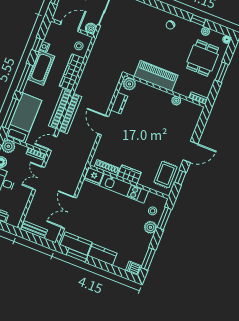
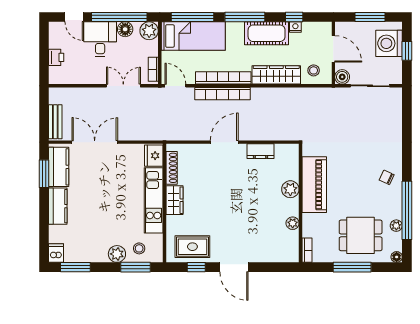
window: (198, 20) -> (407, 210), width x3.17
window: (222, 72) -> (352, 267), width x1.44
plant: (129, 84) -> (290, 189), moved
bench: (34, 230) -> (55, 122), moved

